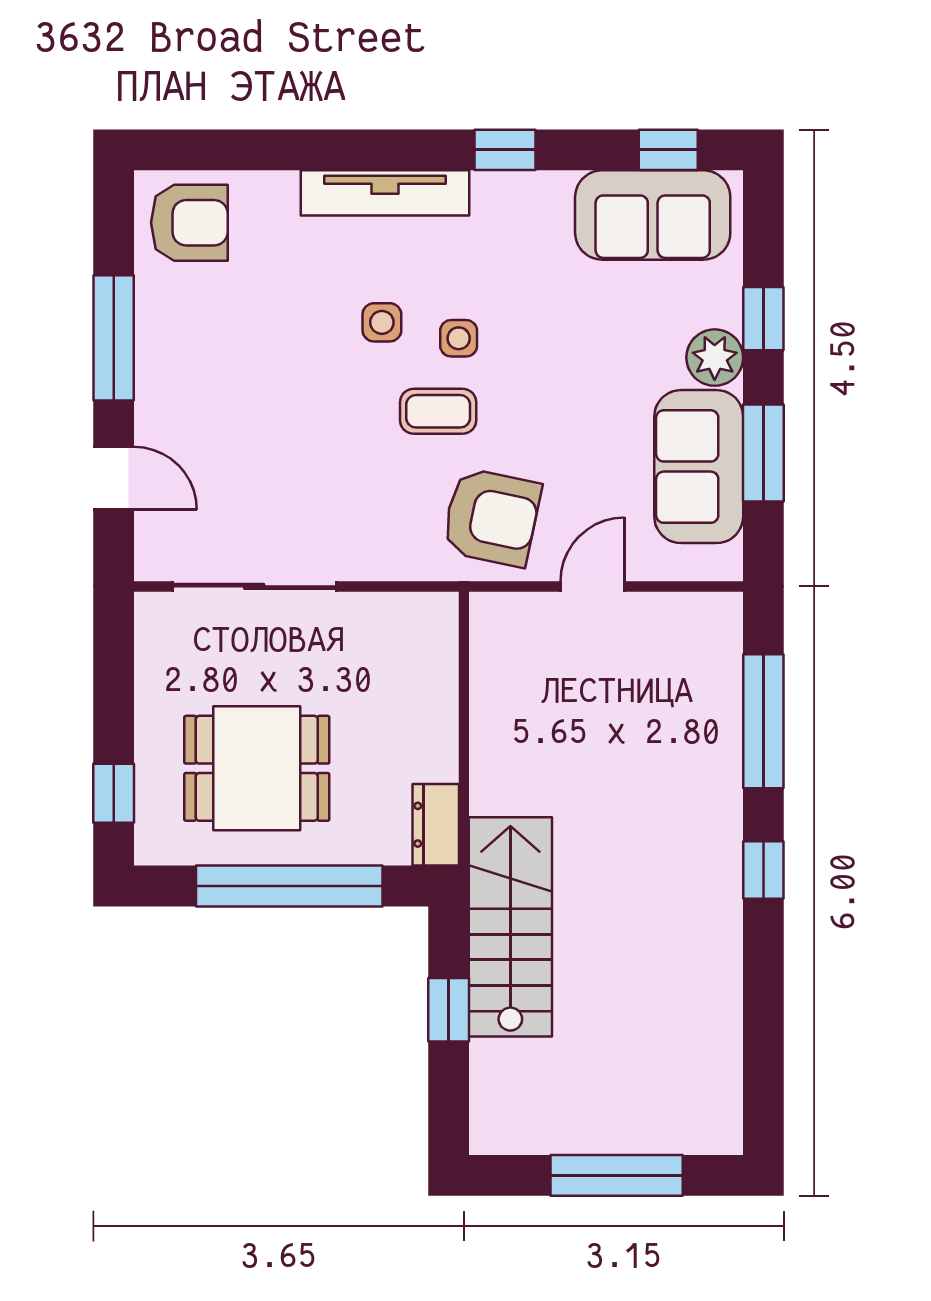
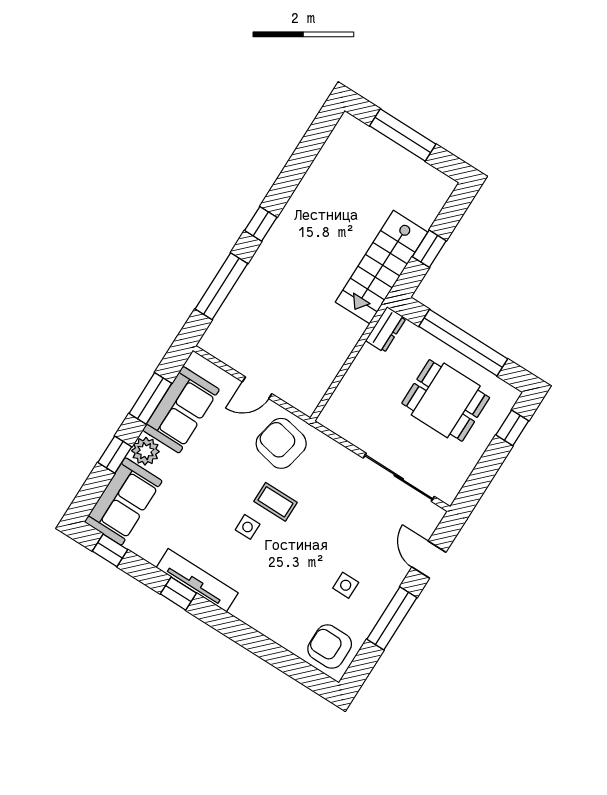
tv unit: (385, 193) -> (197, 580), moved
sofa: (653, 215) -> (123, 501), moved, turned 90
side table: (382, 322) -> (346, 585), moved

